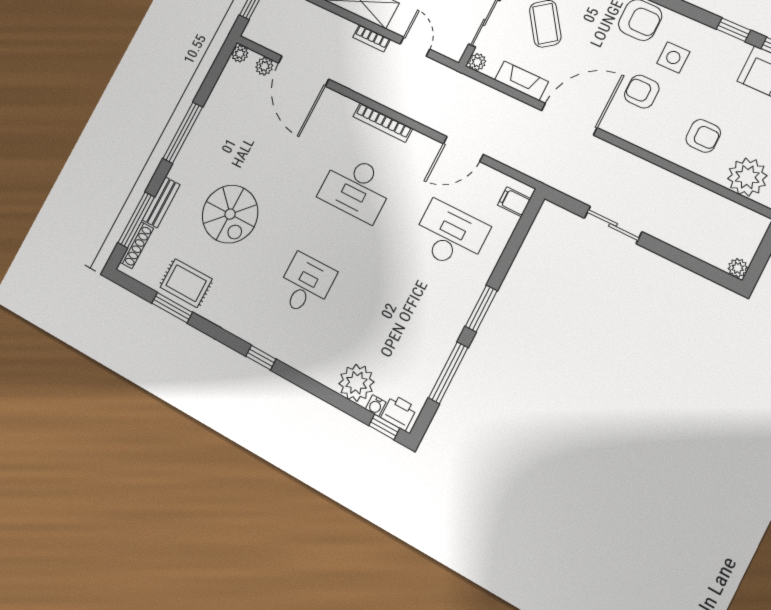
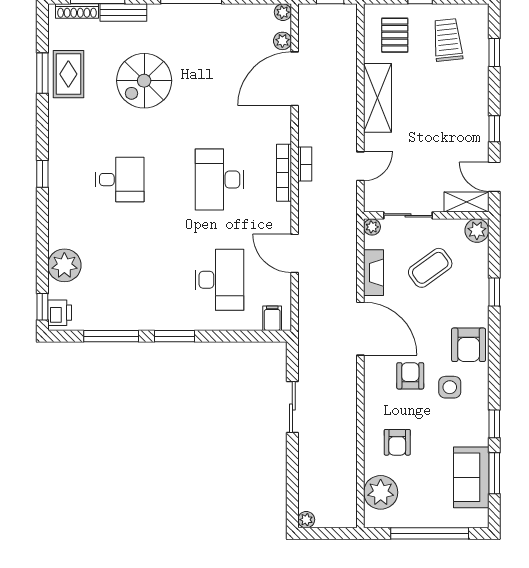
bookcase: (372, 38) -> (305, 164), moved, turned 180
water cooler: (376, 406) -> (55, 291), removed

